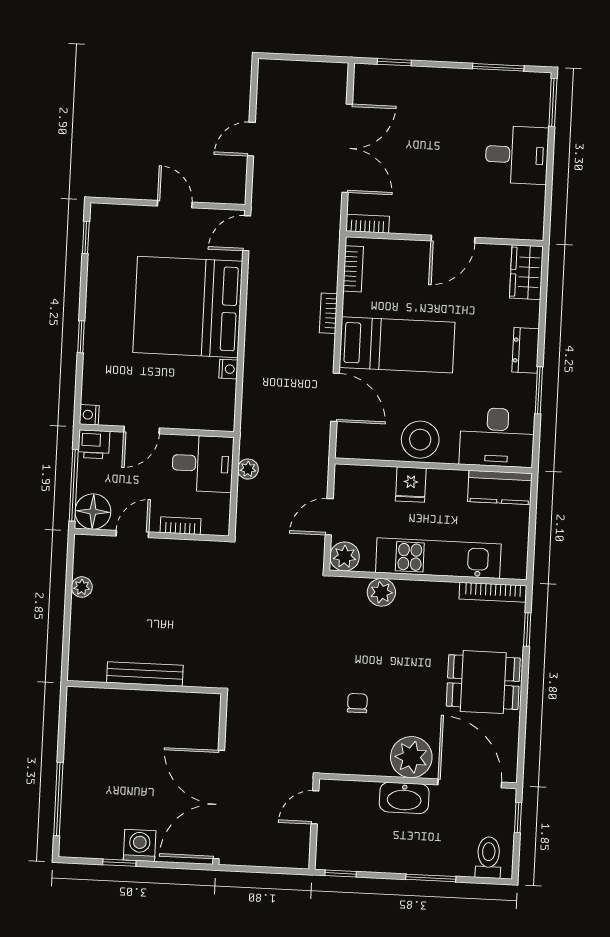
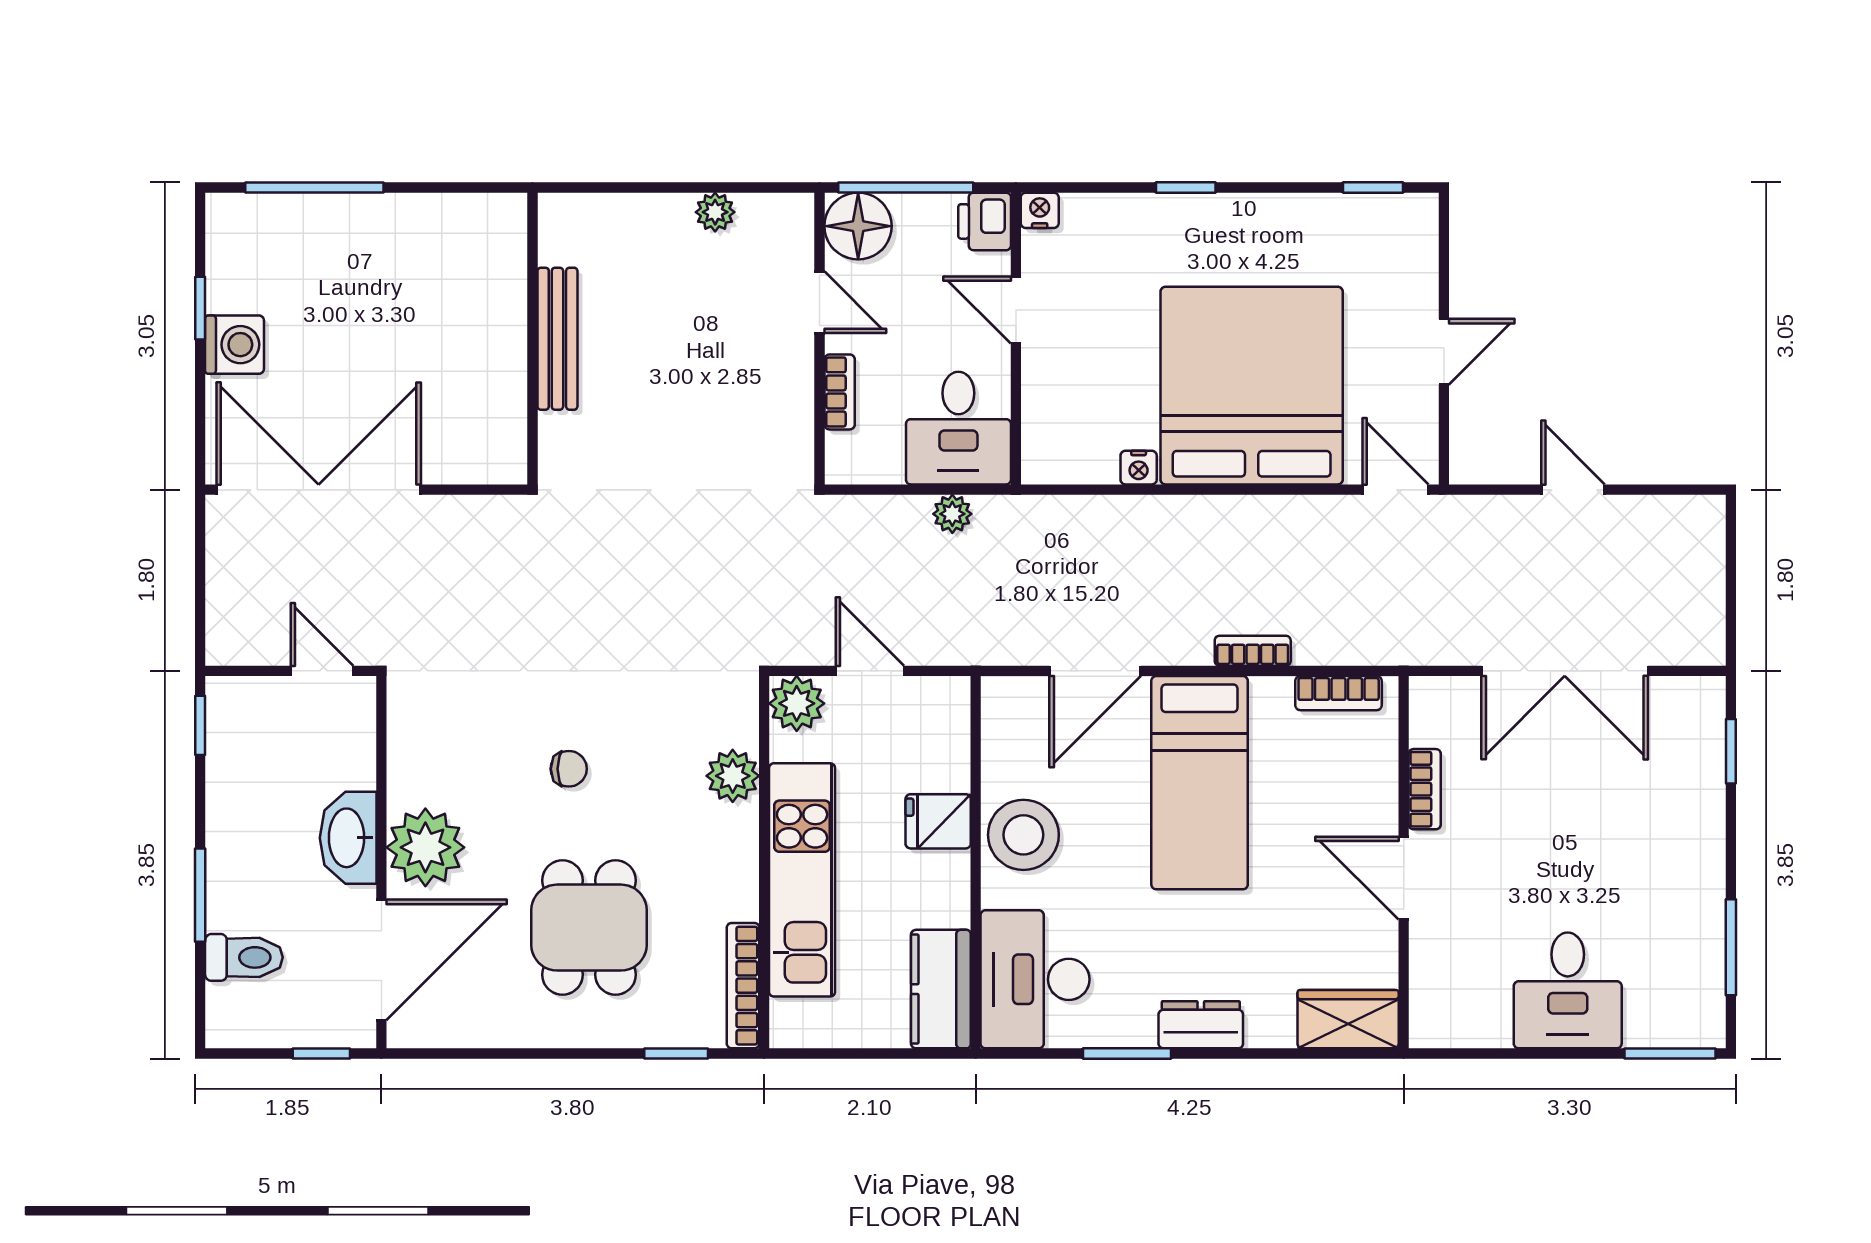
bookcase: (368, 224) -> (1425, 789), moved
dining table: (483, 682) -> (589, 928), moved
chair: (357, 703) -> (569, 769), moved
toilet: (488, 857) -> (244, 957), moved

